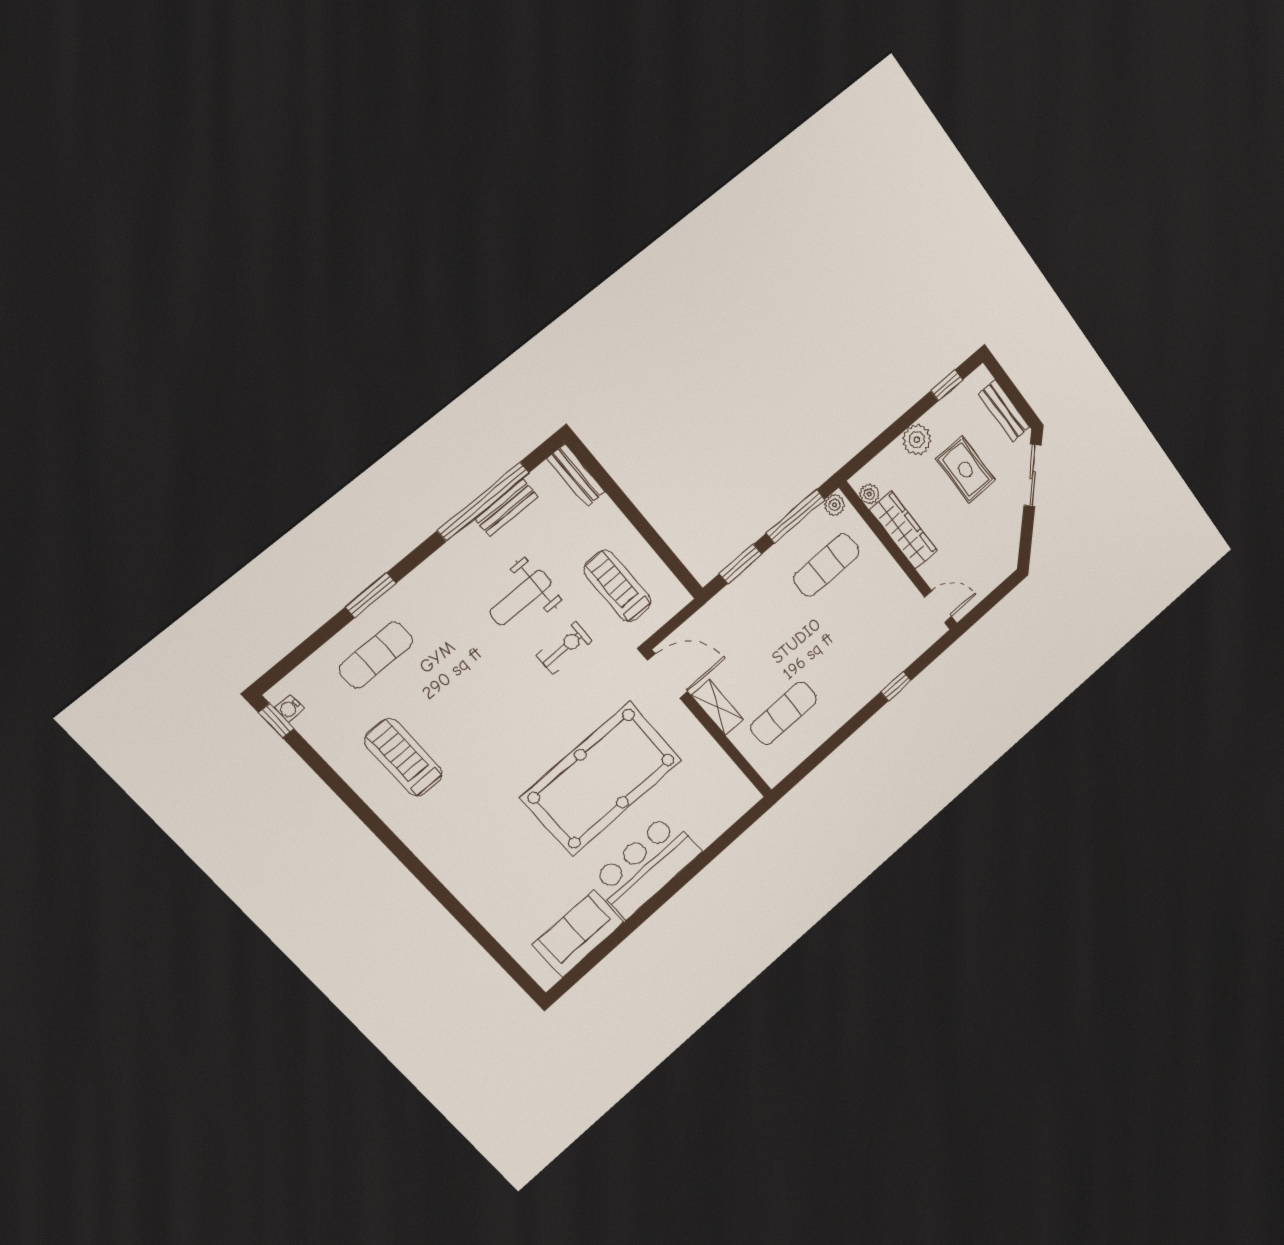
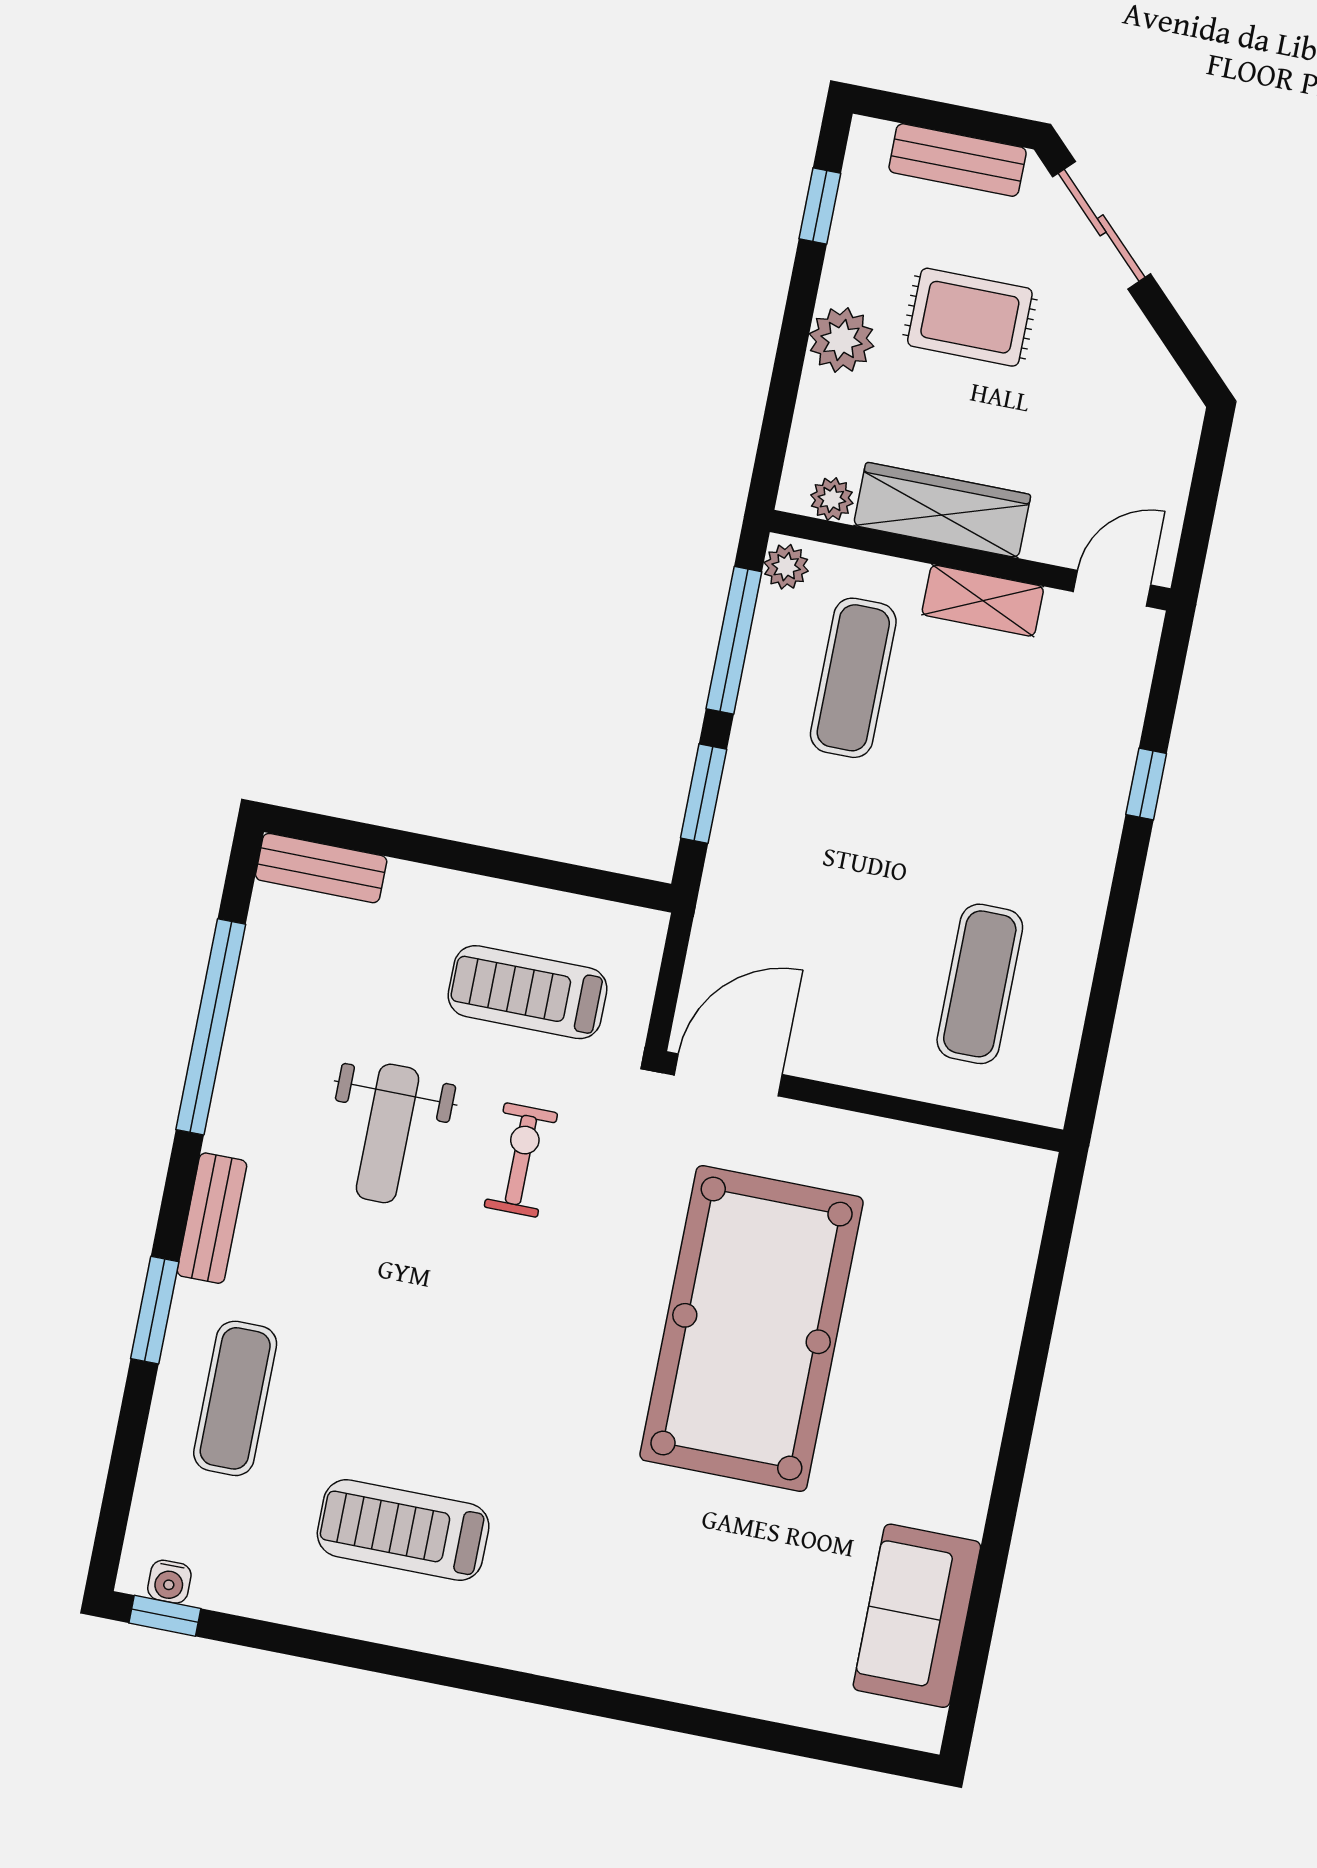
bench: (506, 508) -> (212, 1218), moved
shelving: (718, 707) -> (983, 601), moved
bar counter: (646, 866) -> (945, 1420), removed

